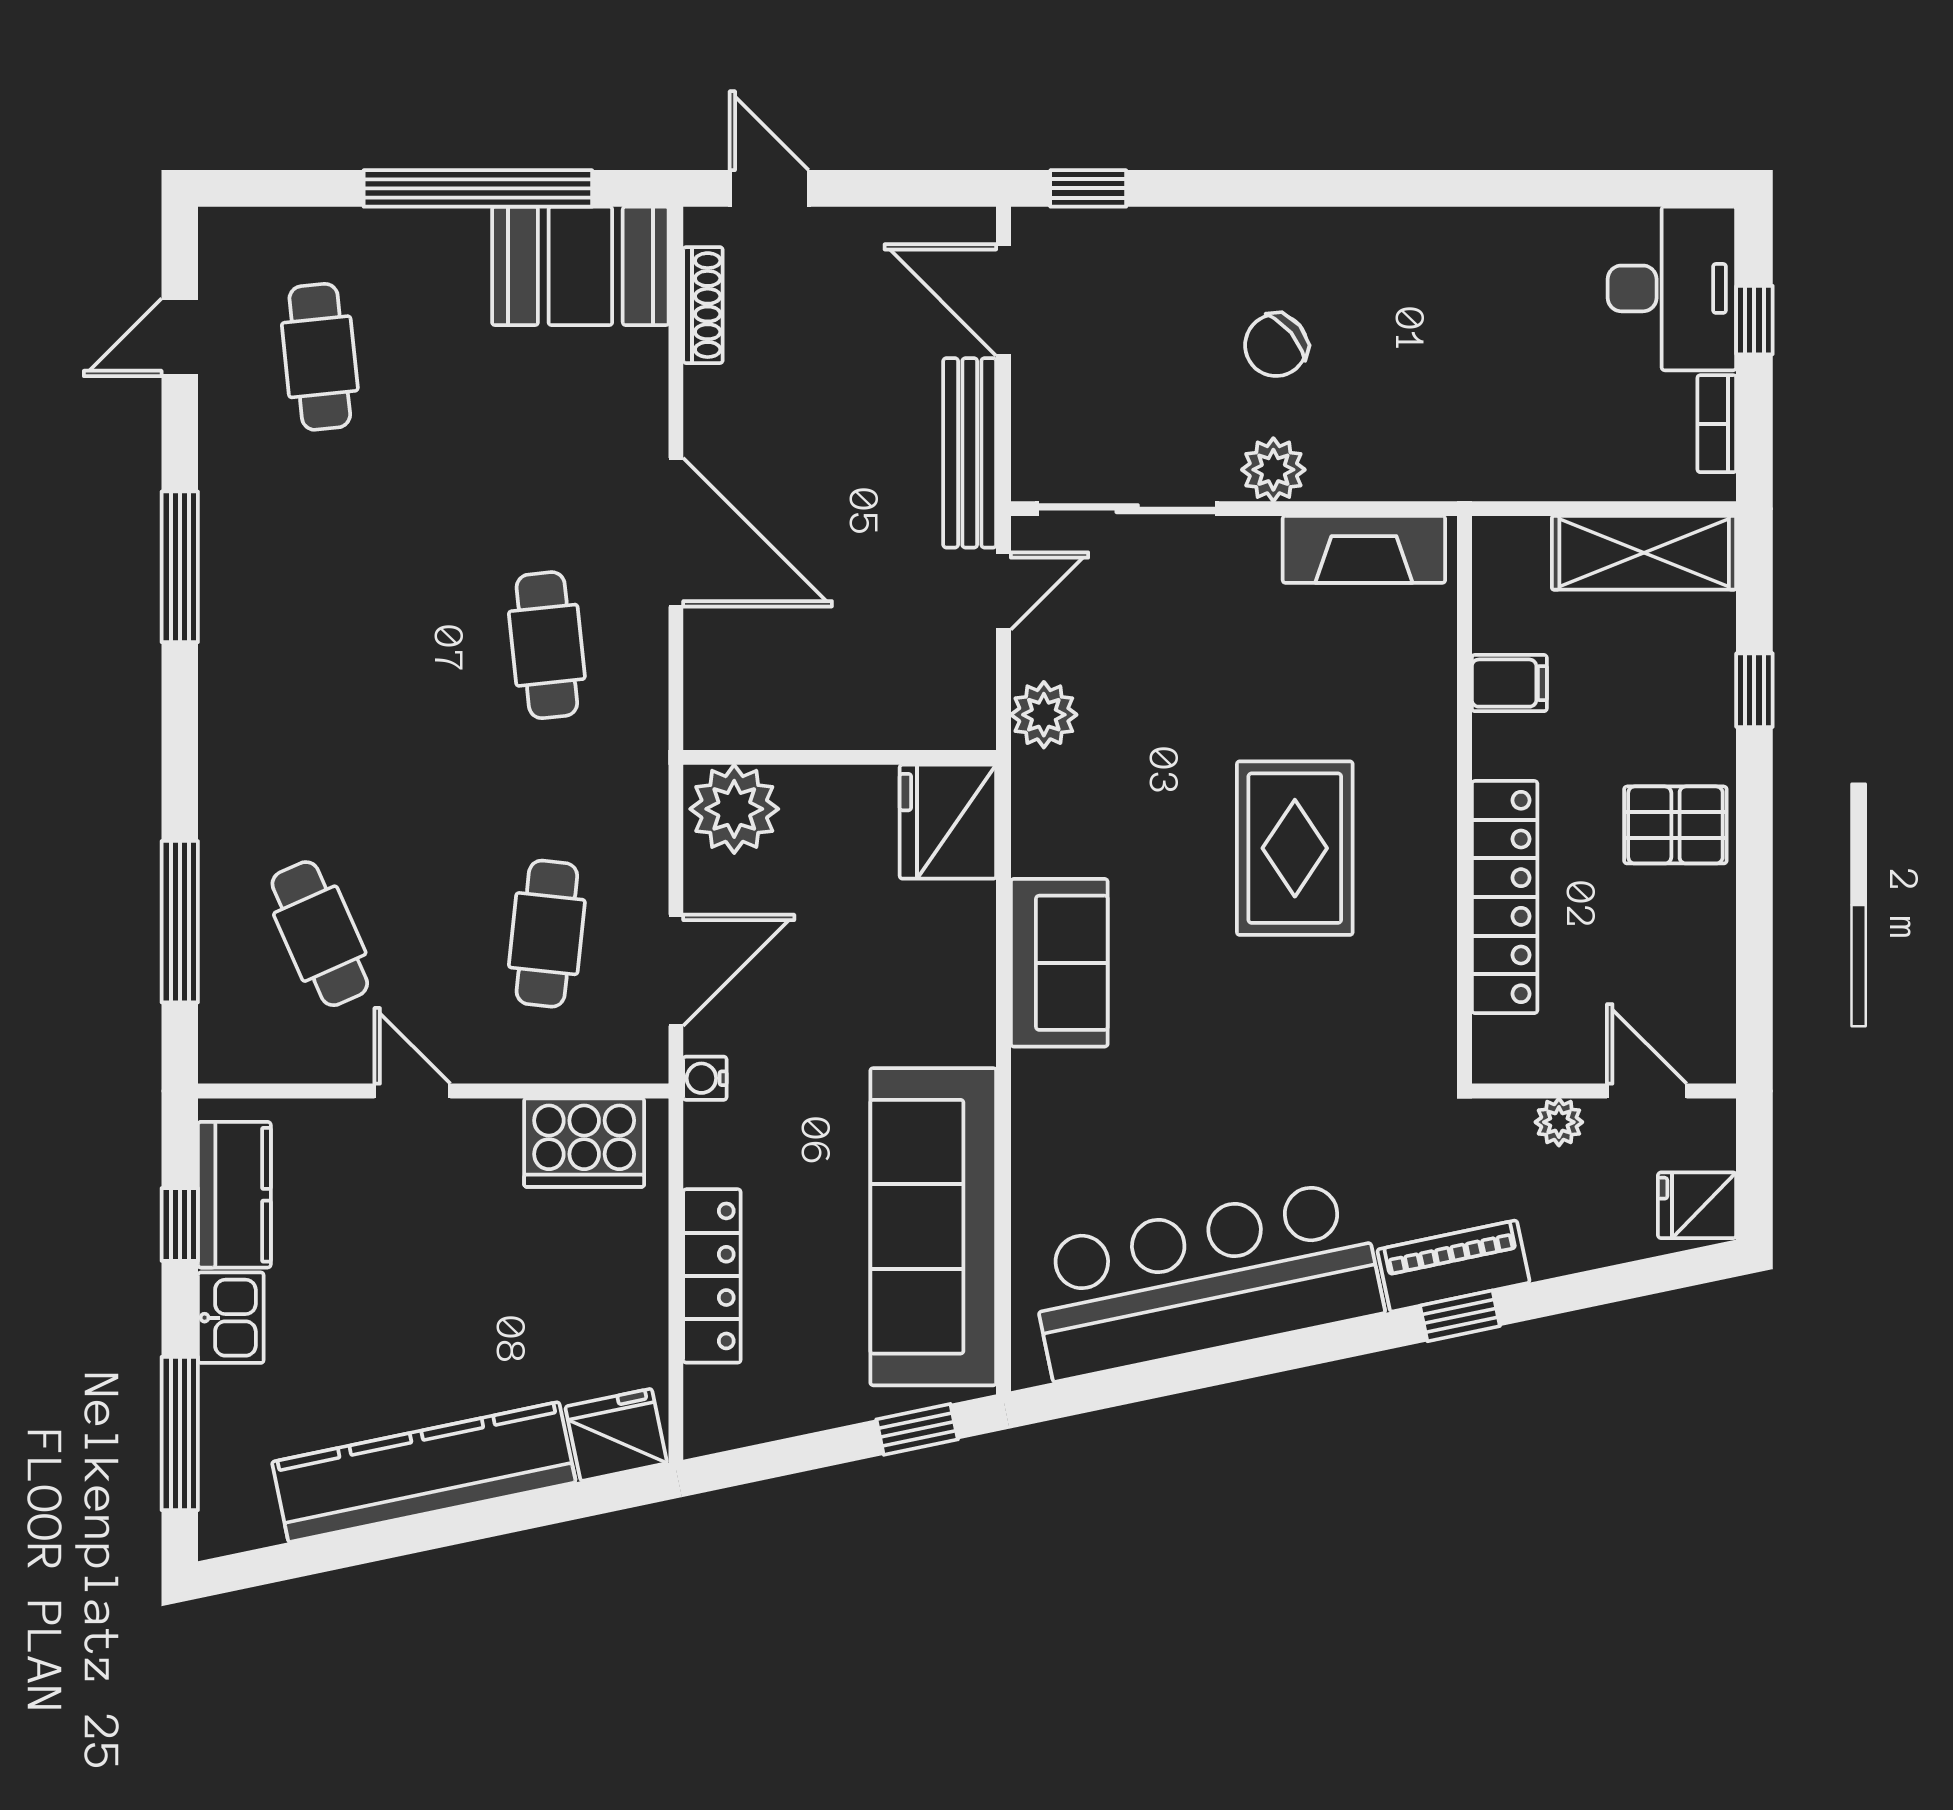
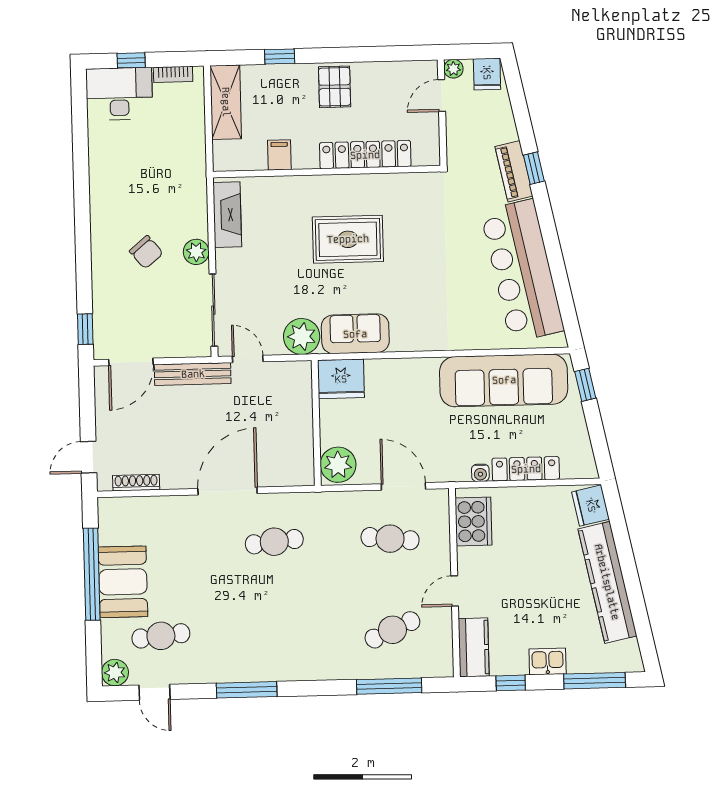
plant: (231, 240) -> (115, 673), added
booth: (580, 266) -> (123, 582), moved
plant: (1044, 715) -> (302, 336), width x1.36, depth x1.36
sofa: (1059, 963) -> (355, 334), moved
water cooler: (705, 1078) -> (480, 473), moved
plant: (1559, 1122) -> (453, 69), moved
kitchen counter: (234, 1195) -> (474, 647), moved, turned 90

